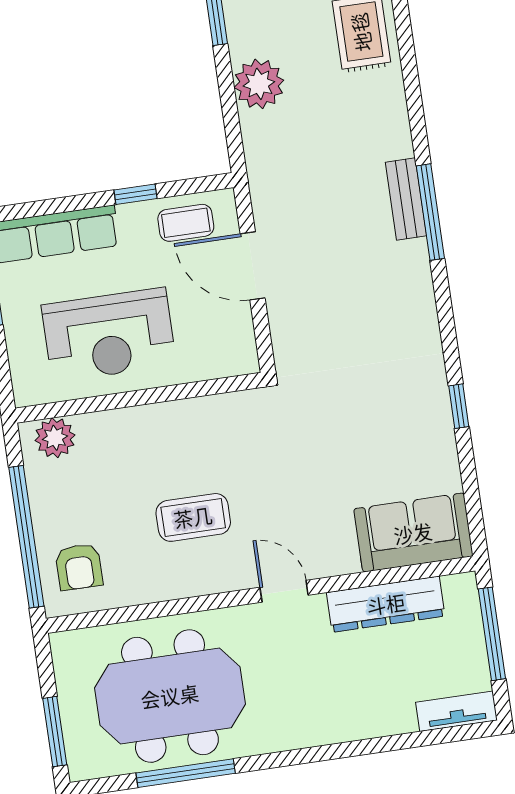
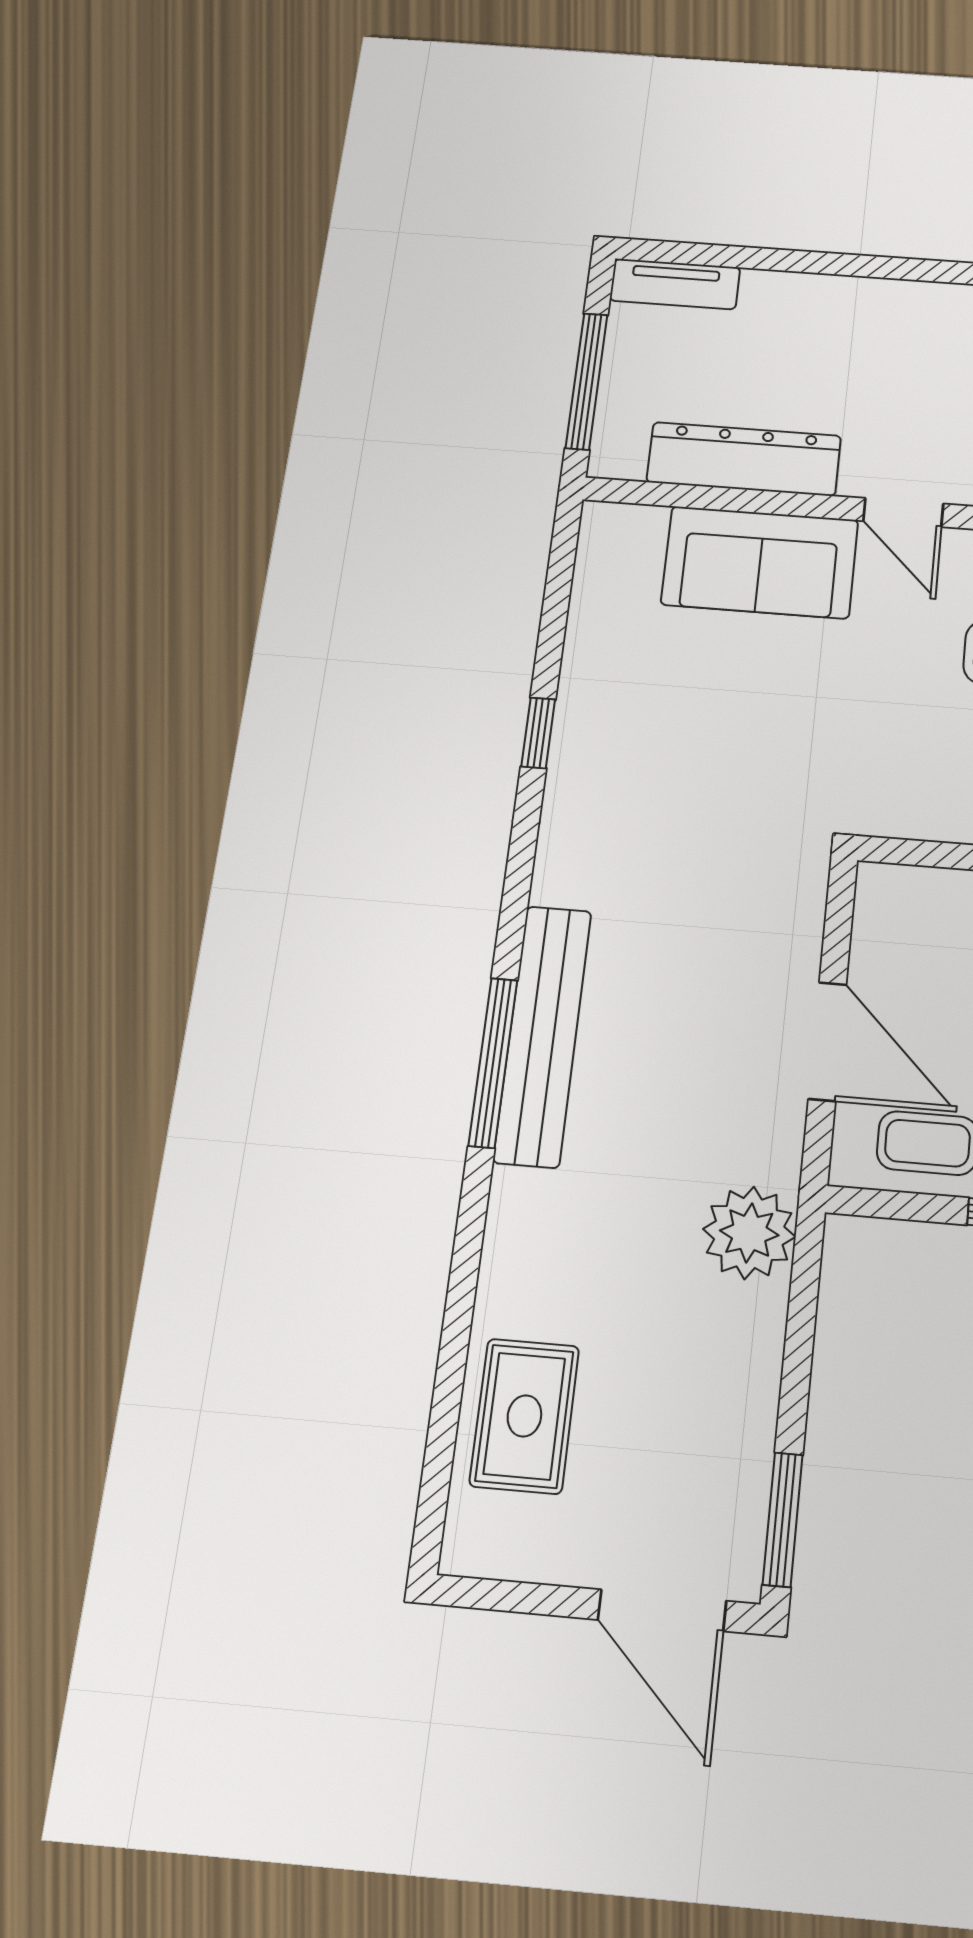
plant: (259, 84) -> (749, 1233), moved
bench: (406, 199) -> (543, 1035), width x1.86, depth x1.21
sofa: (413, 533) -> (760, 562), moved

